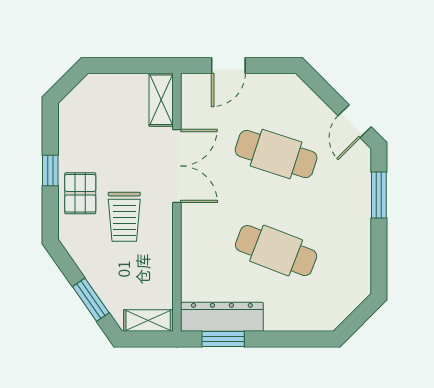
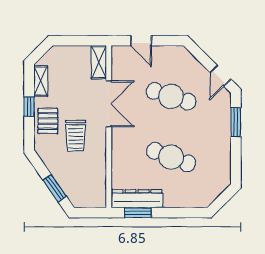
door: (228, 66) -> (141, 41), hinge flipped
shelving: (148, 321) -> (41, 81), moved, turned 90

